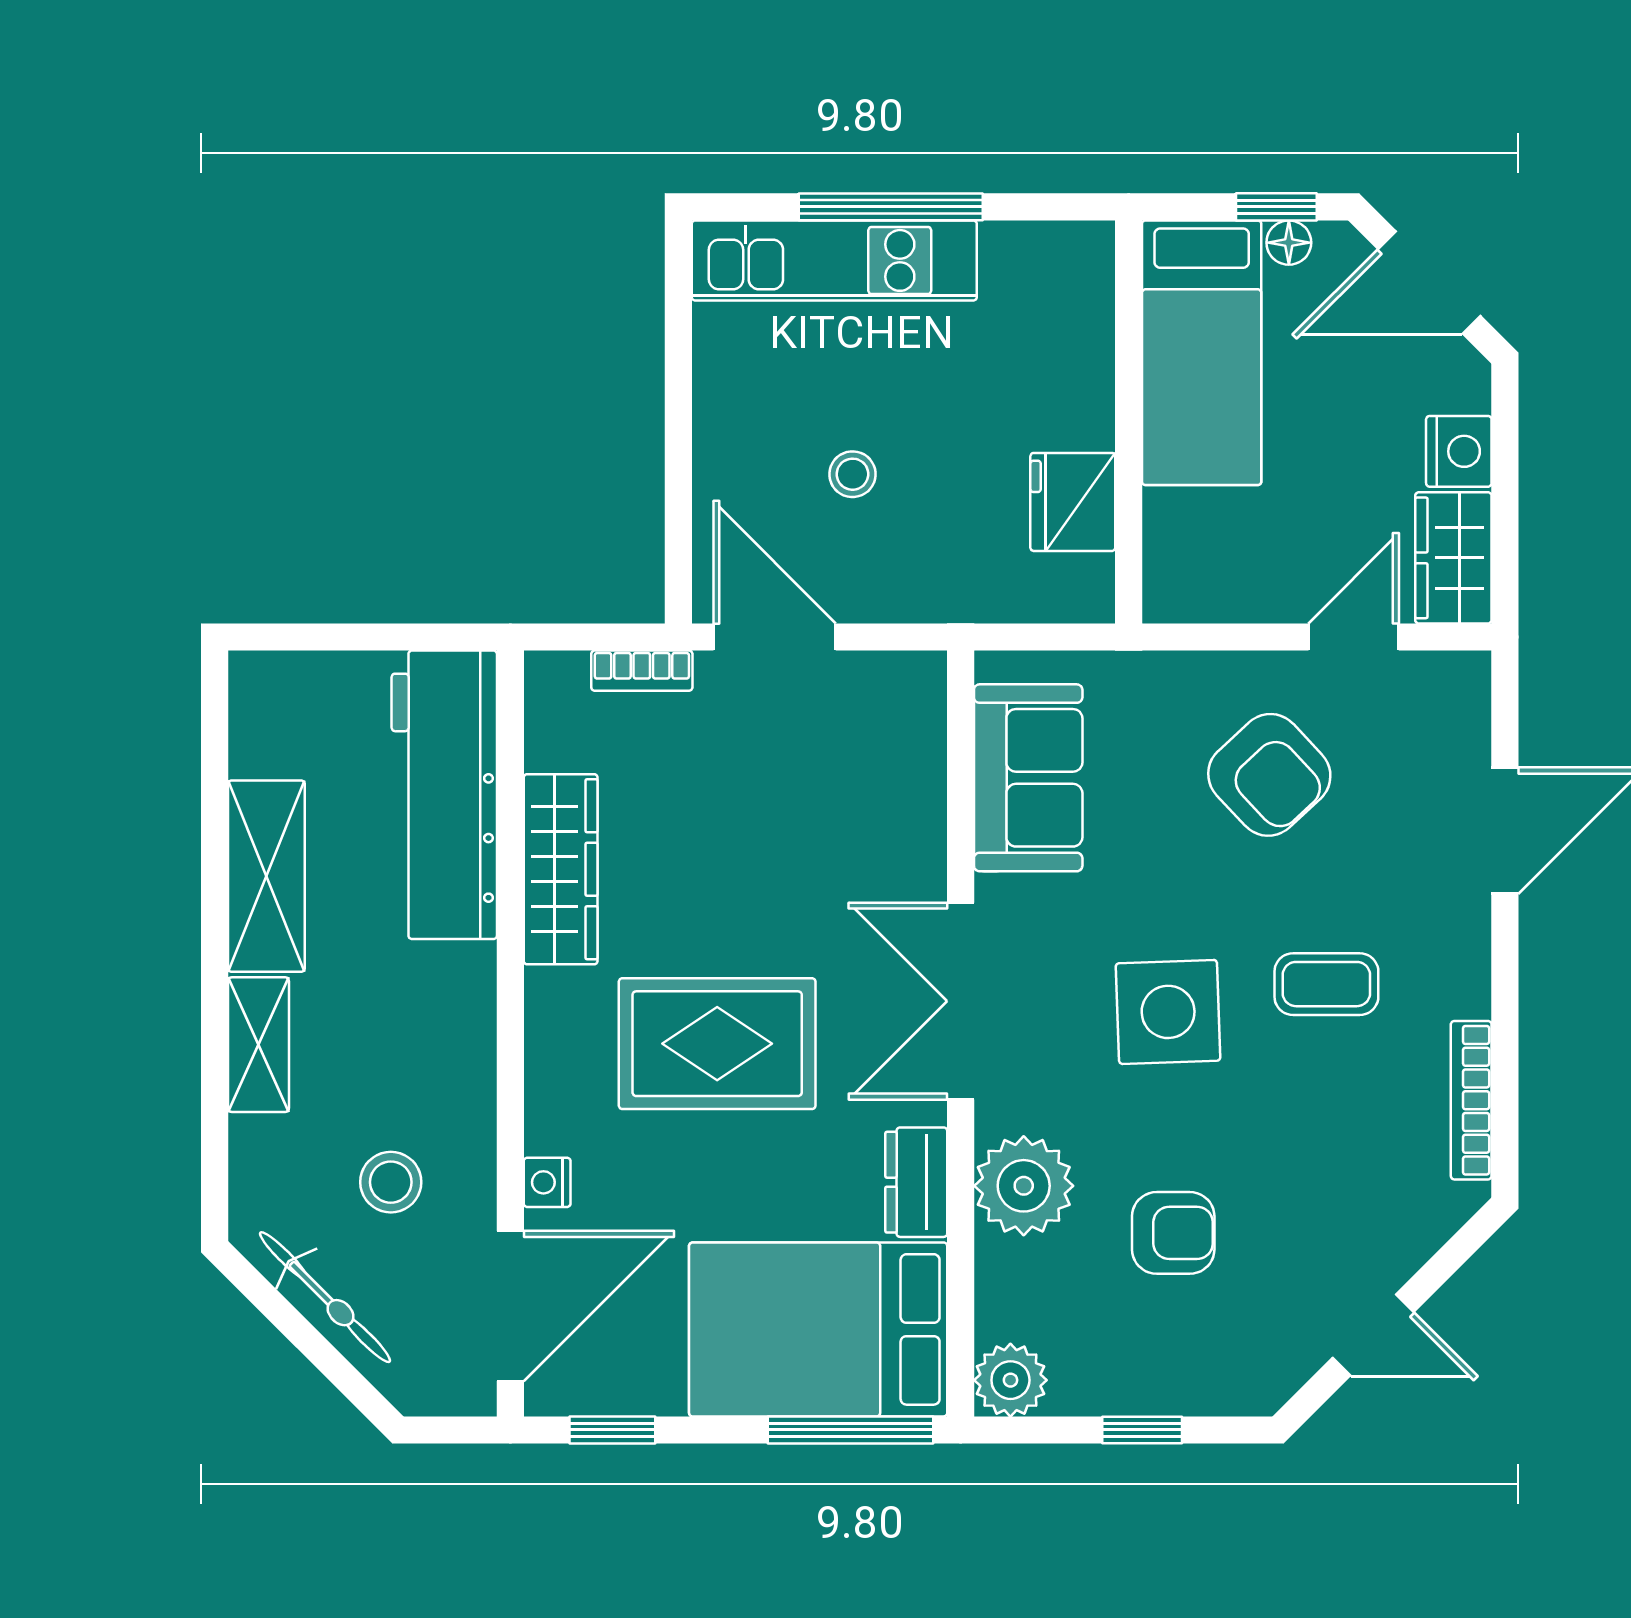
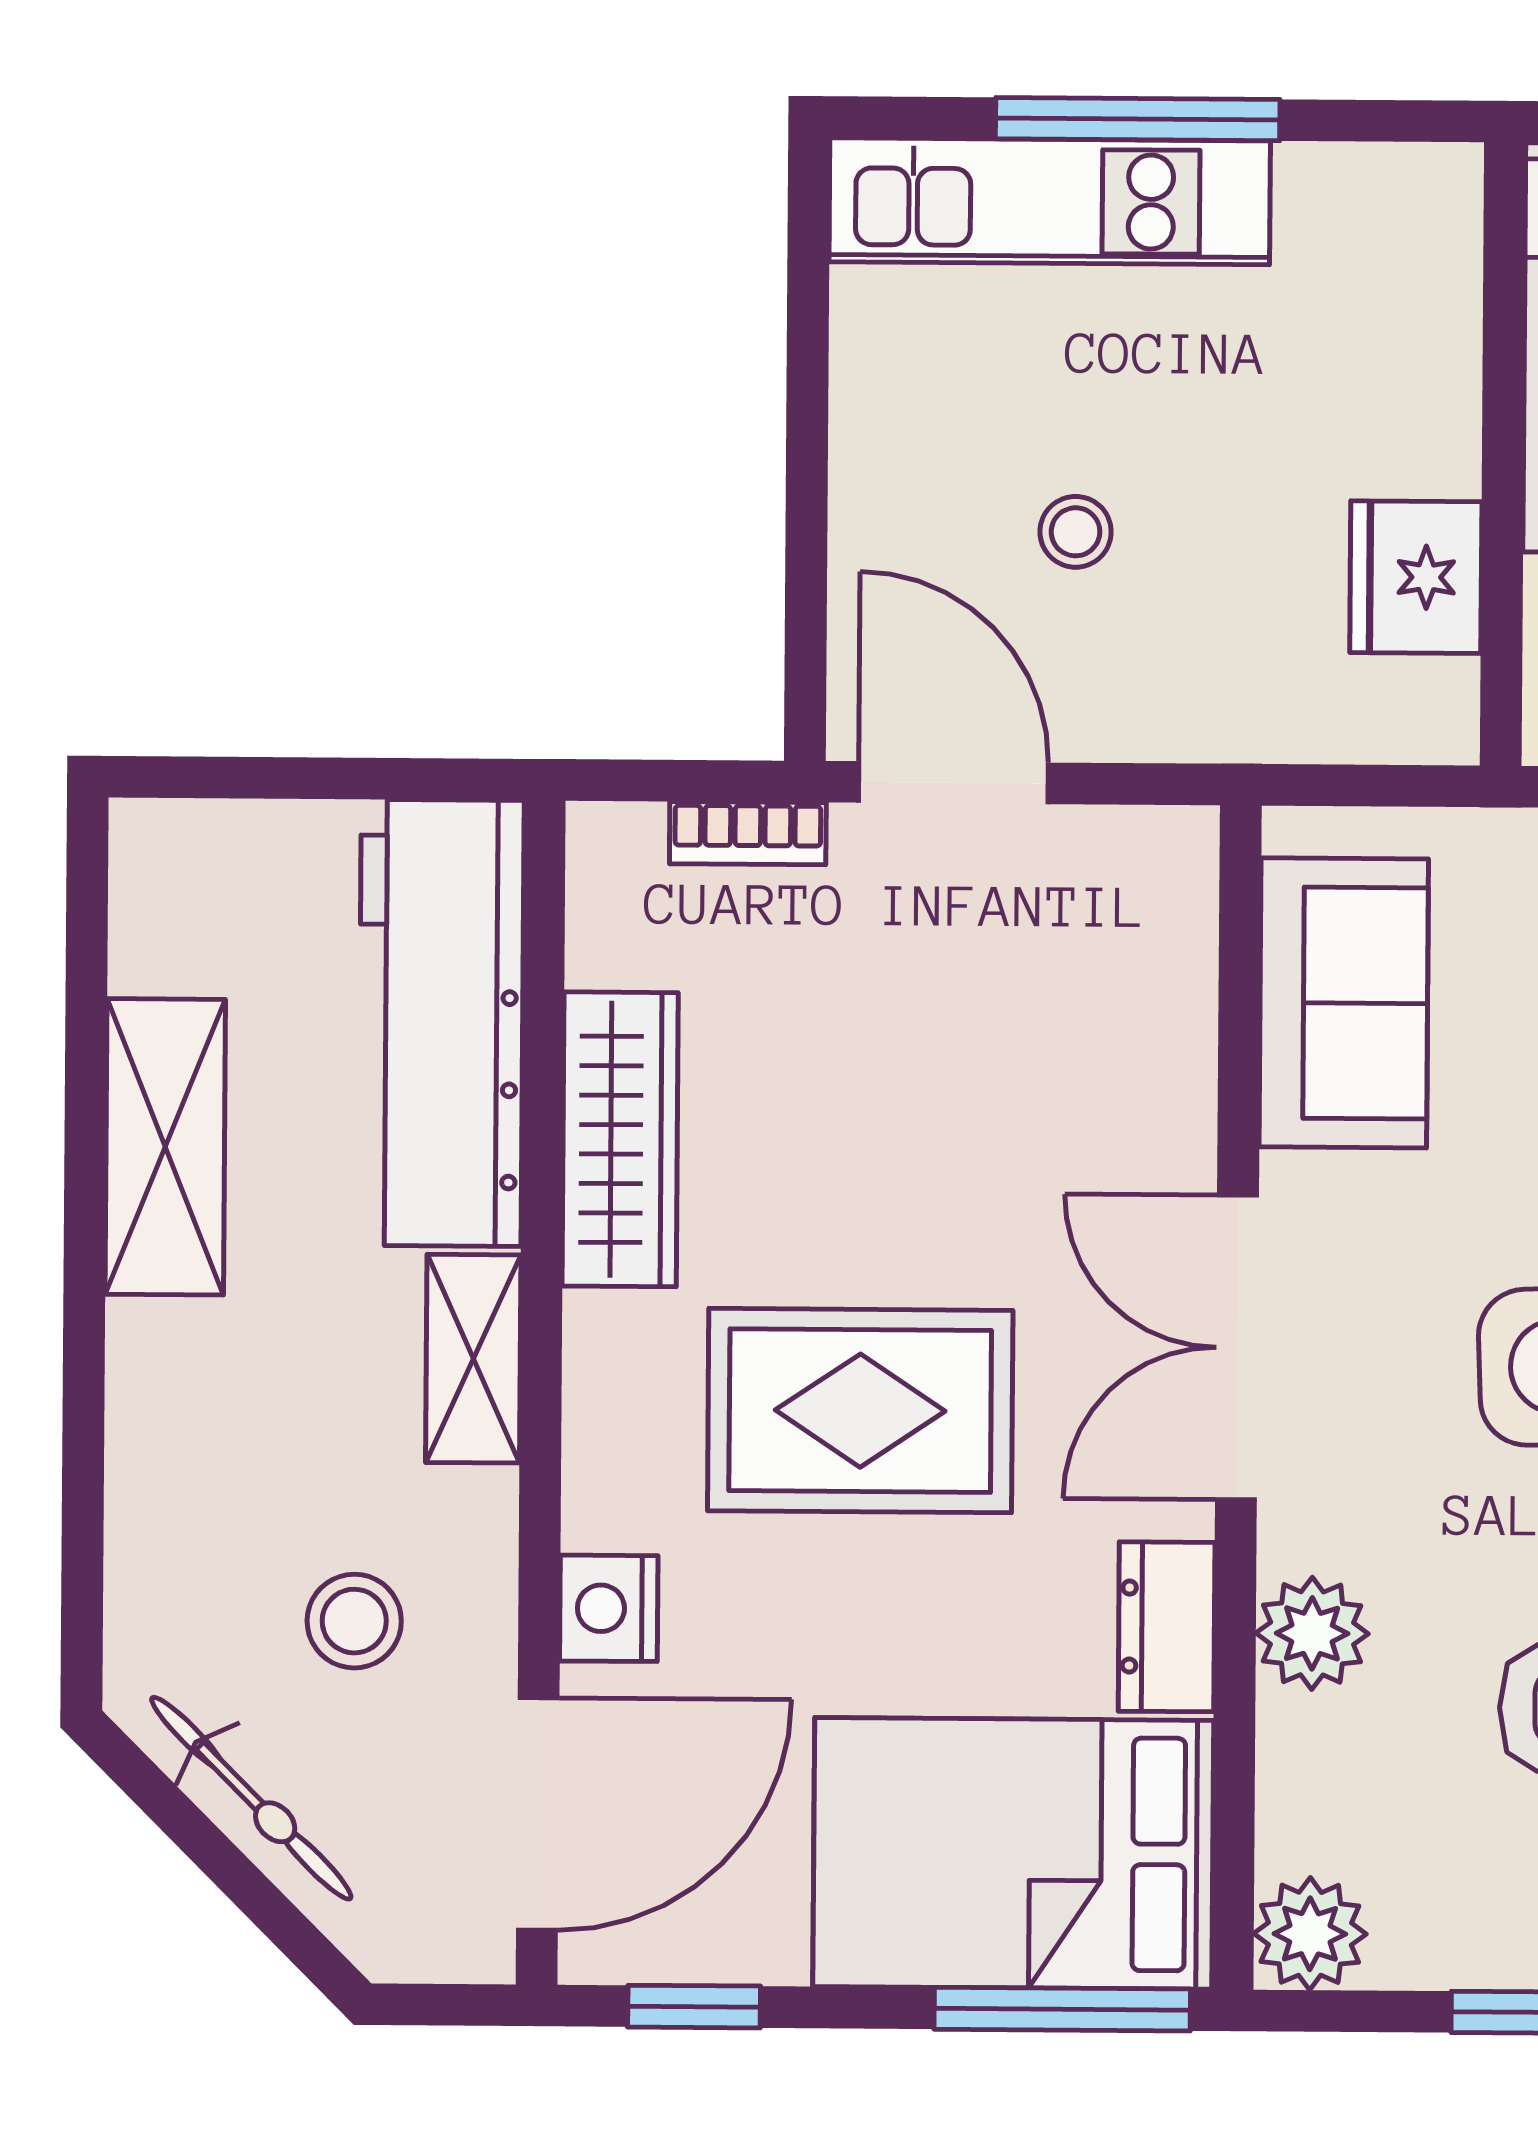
shelving: (258, 1045) -> (473, 1359), moved
nightstand: (547, 1182) -> (609, 1608), width x1.39, depth x1.35
plant: (1024, 1186) -> (1312, 1633), width x0.73, depth x0.73

